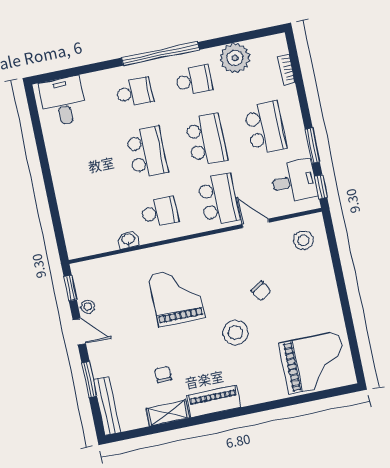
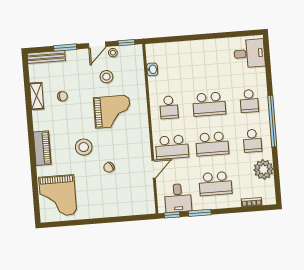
washbasin: (128, 240) -> (152, 69), moved
stool: (303, 240) -> (106, 77), moved
piano: (214, 401) -> (42, 148), moved

